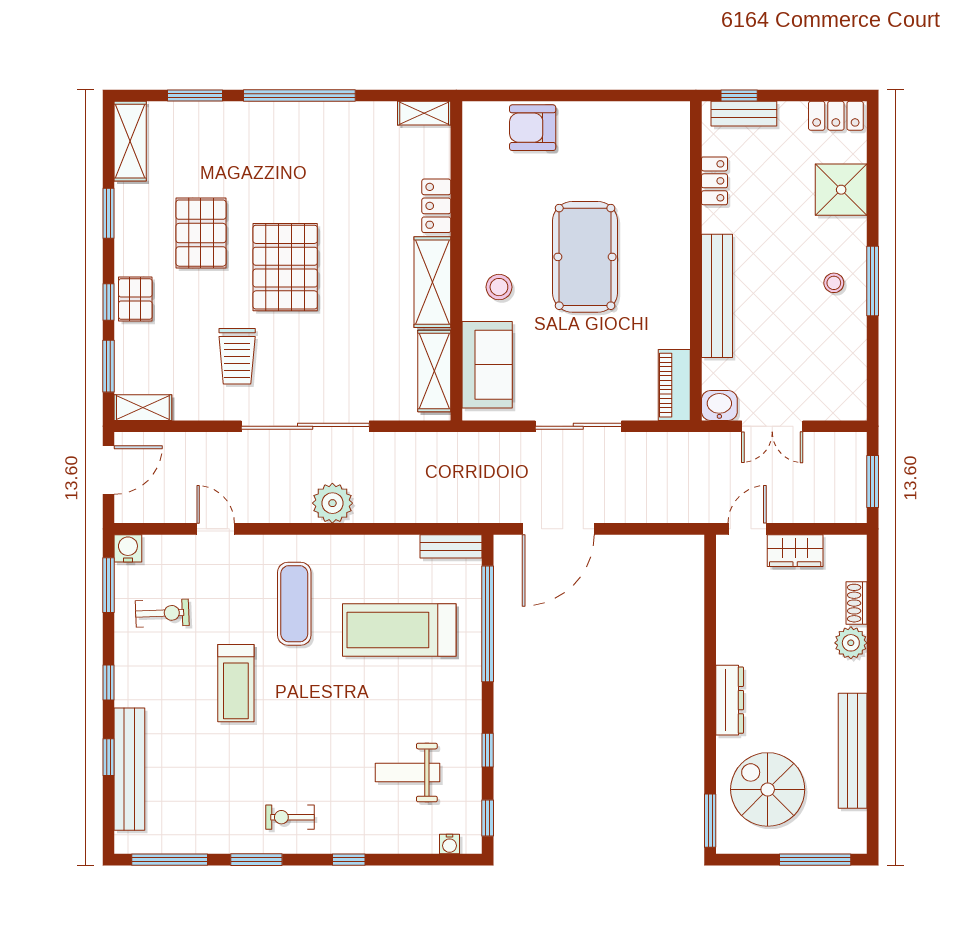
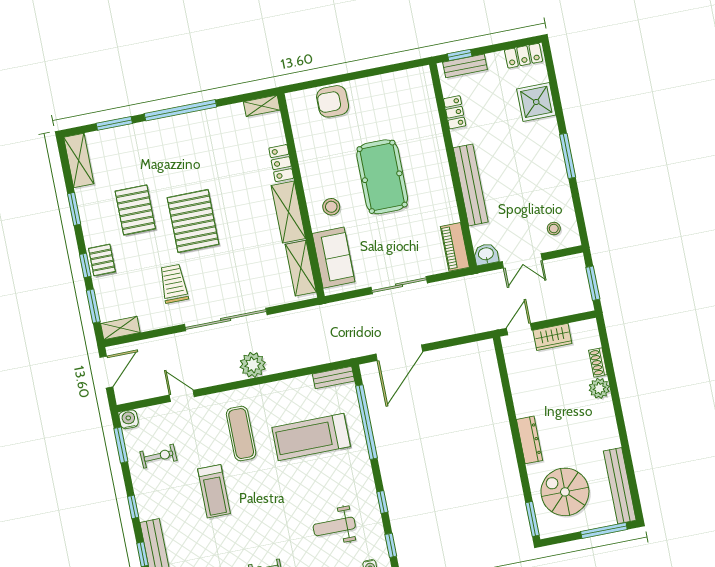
stool: (834, 283) -> (554, 229), moved
trolley: (237, 356) -> (174, 284), turned 180
bench: (853, 751) -> (620, 486), moved

